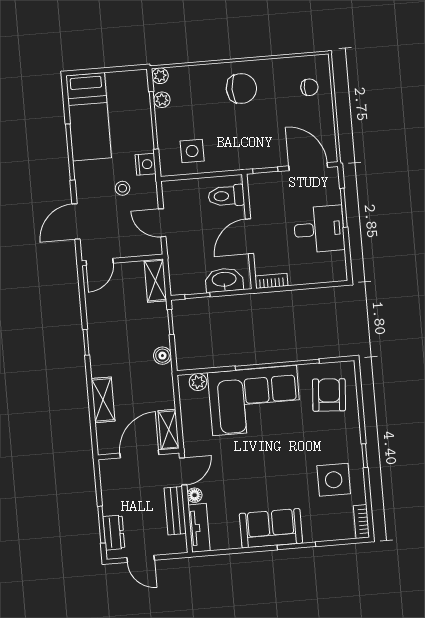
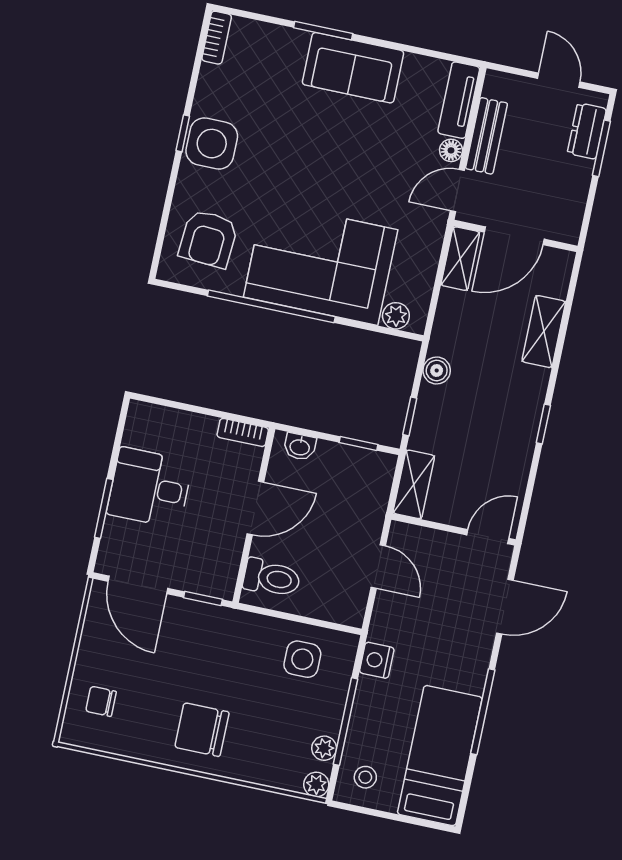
stool: (122, 188) -> (365, 777), moved
washbasin: (224, 280) -> (300, 447), width x0.52, depth x0.69
side table: (334, 480) -> (212, 144), moved

